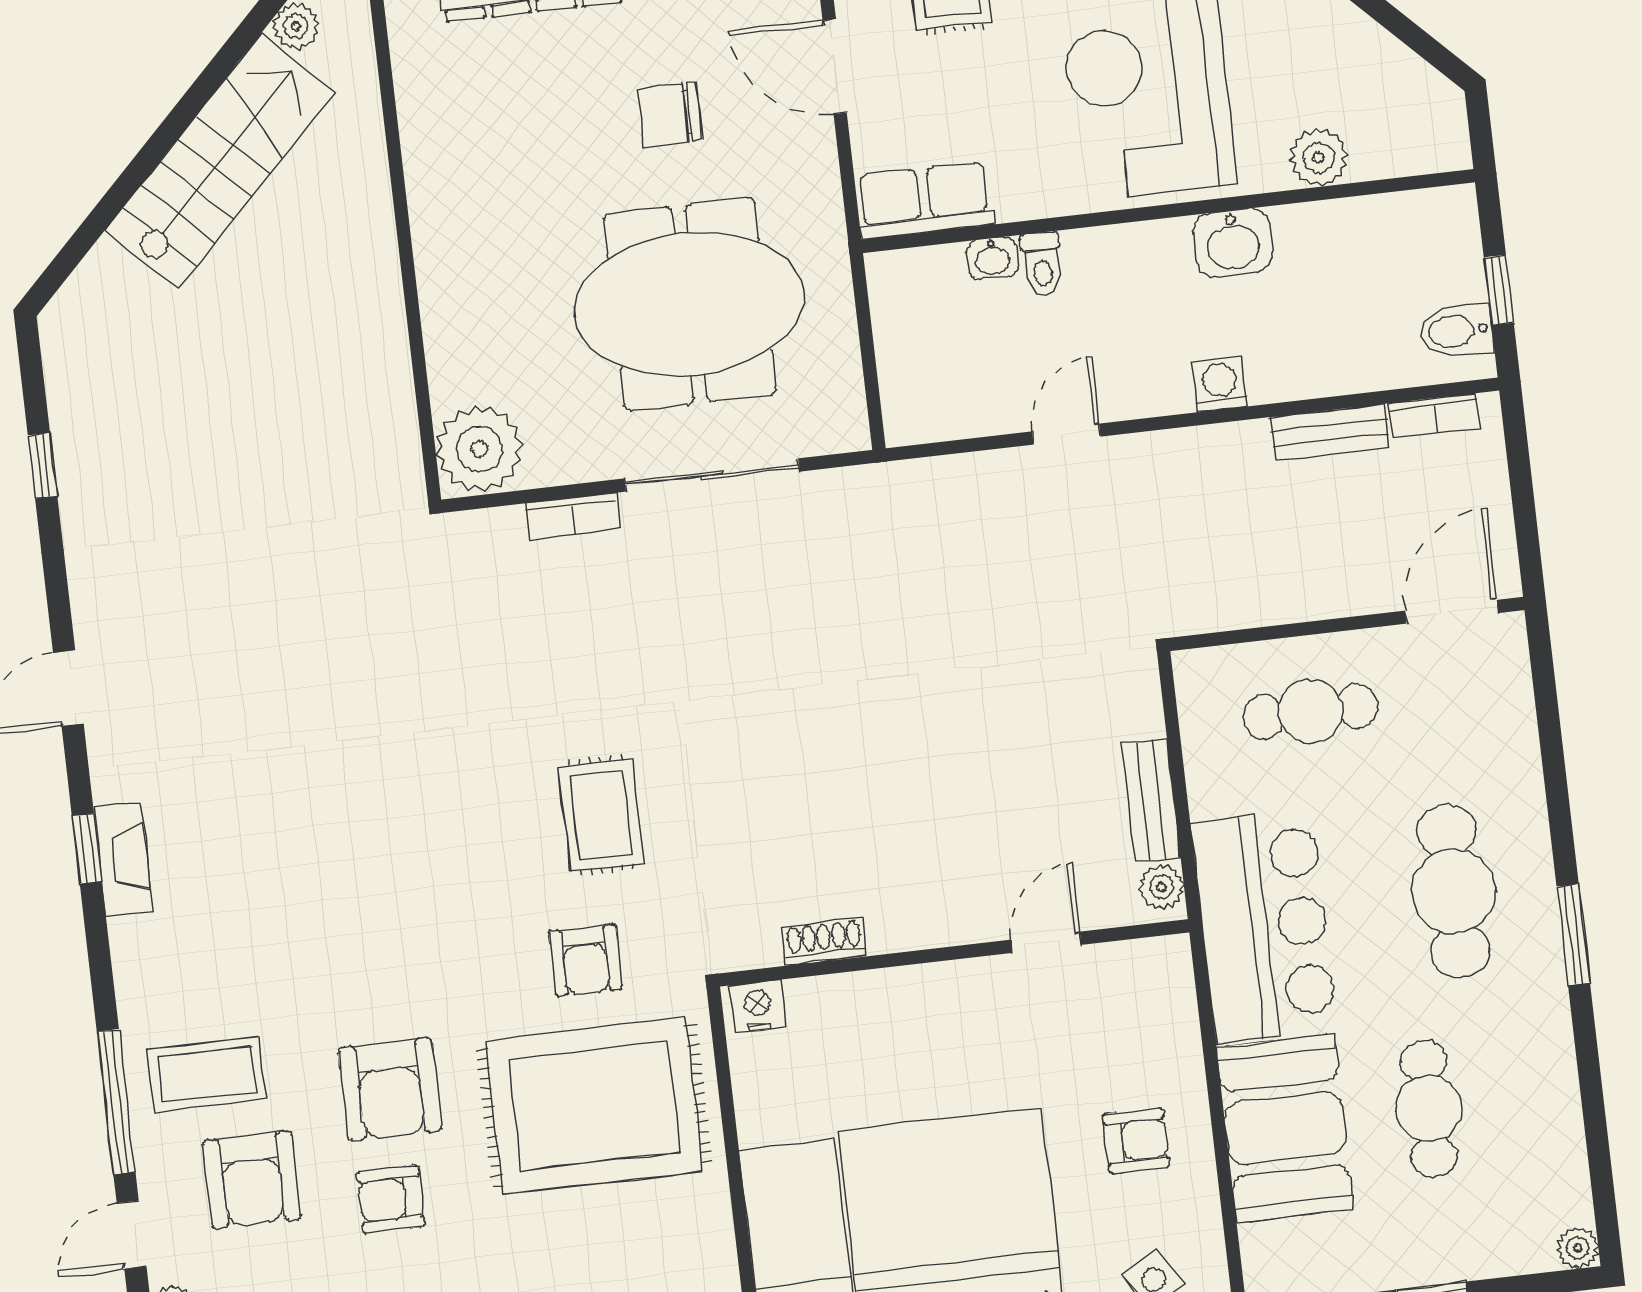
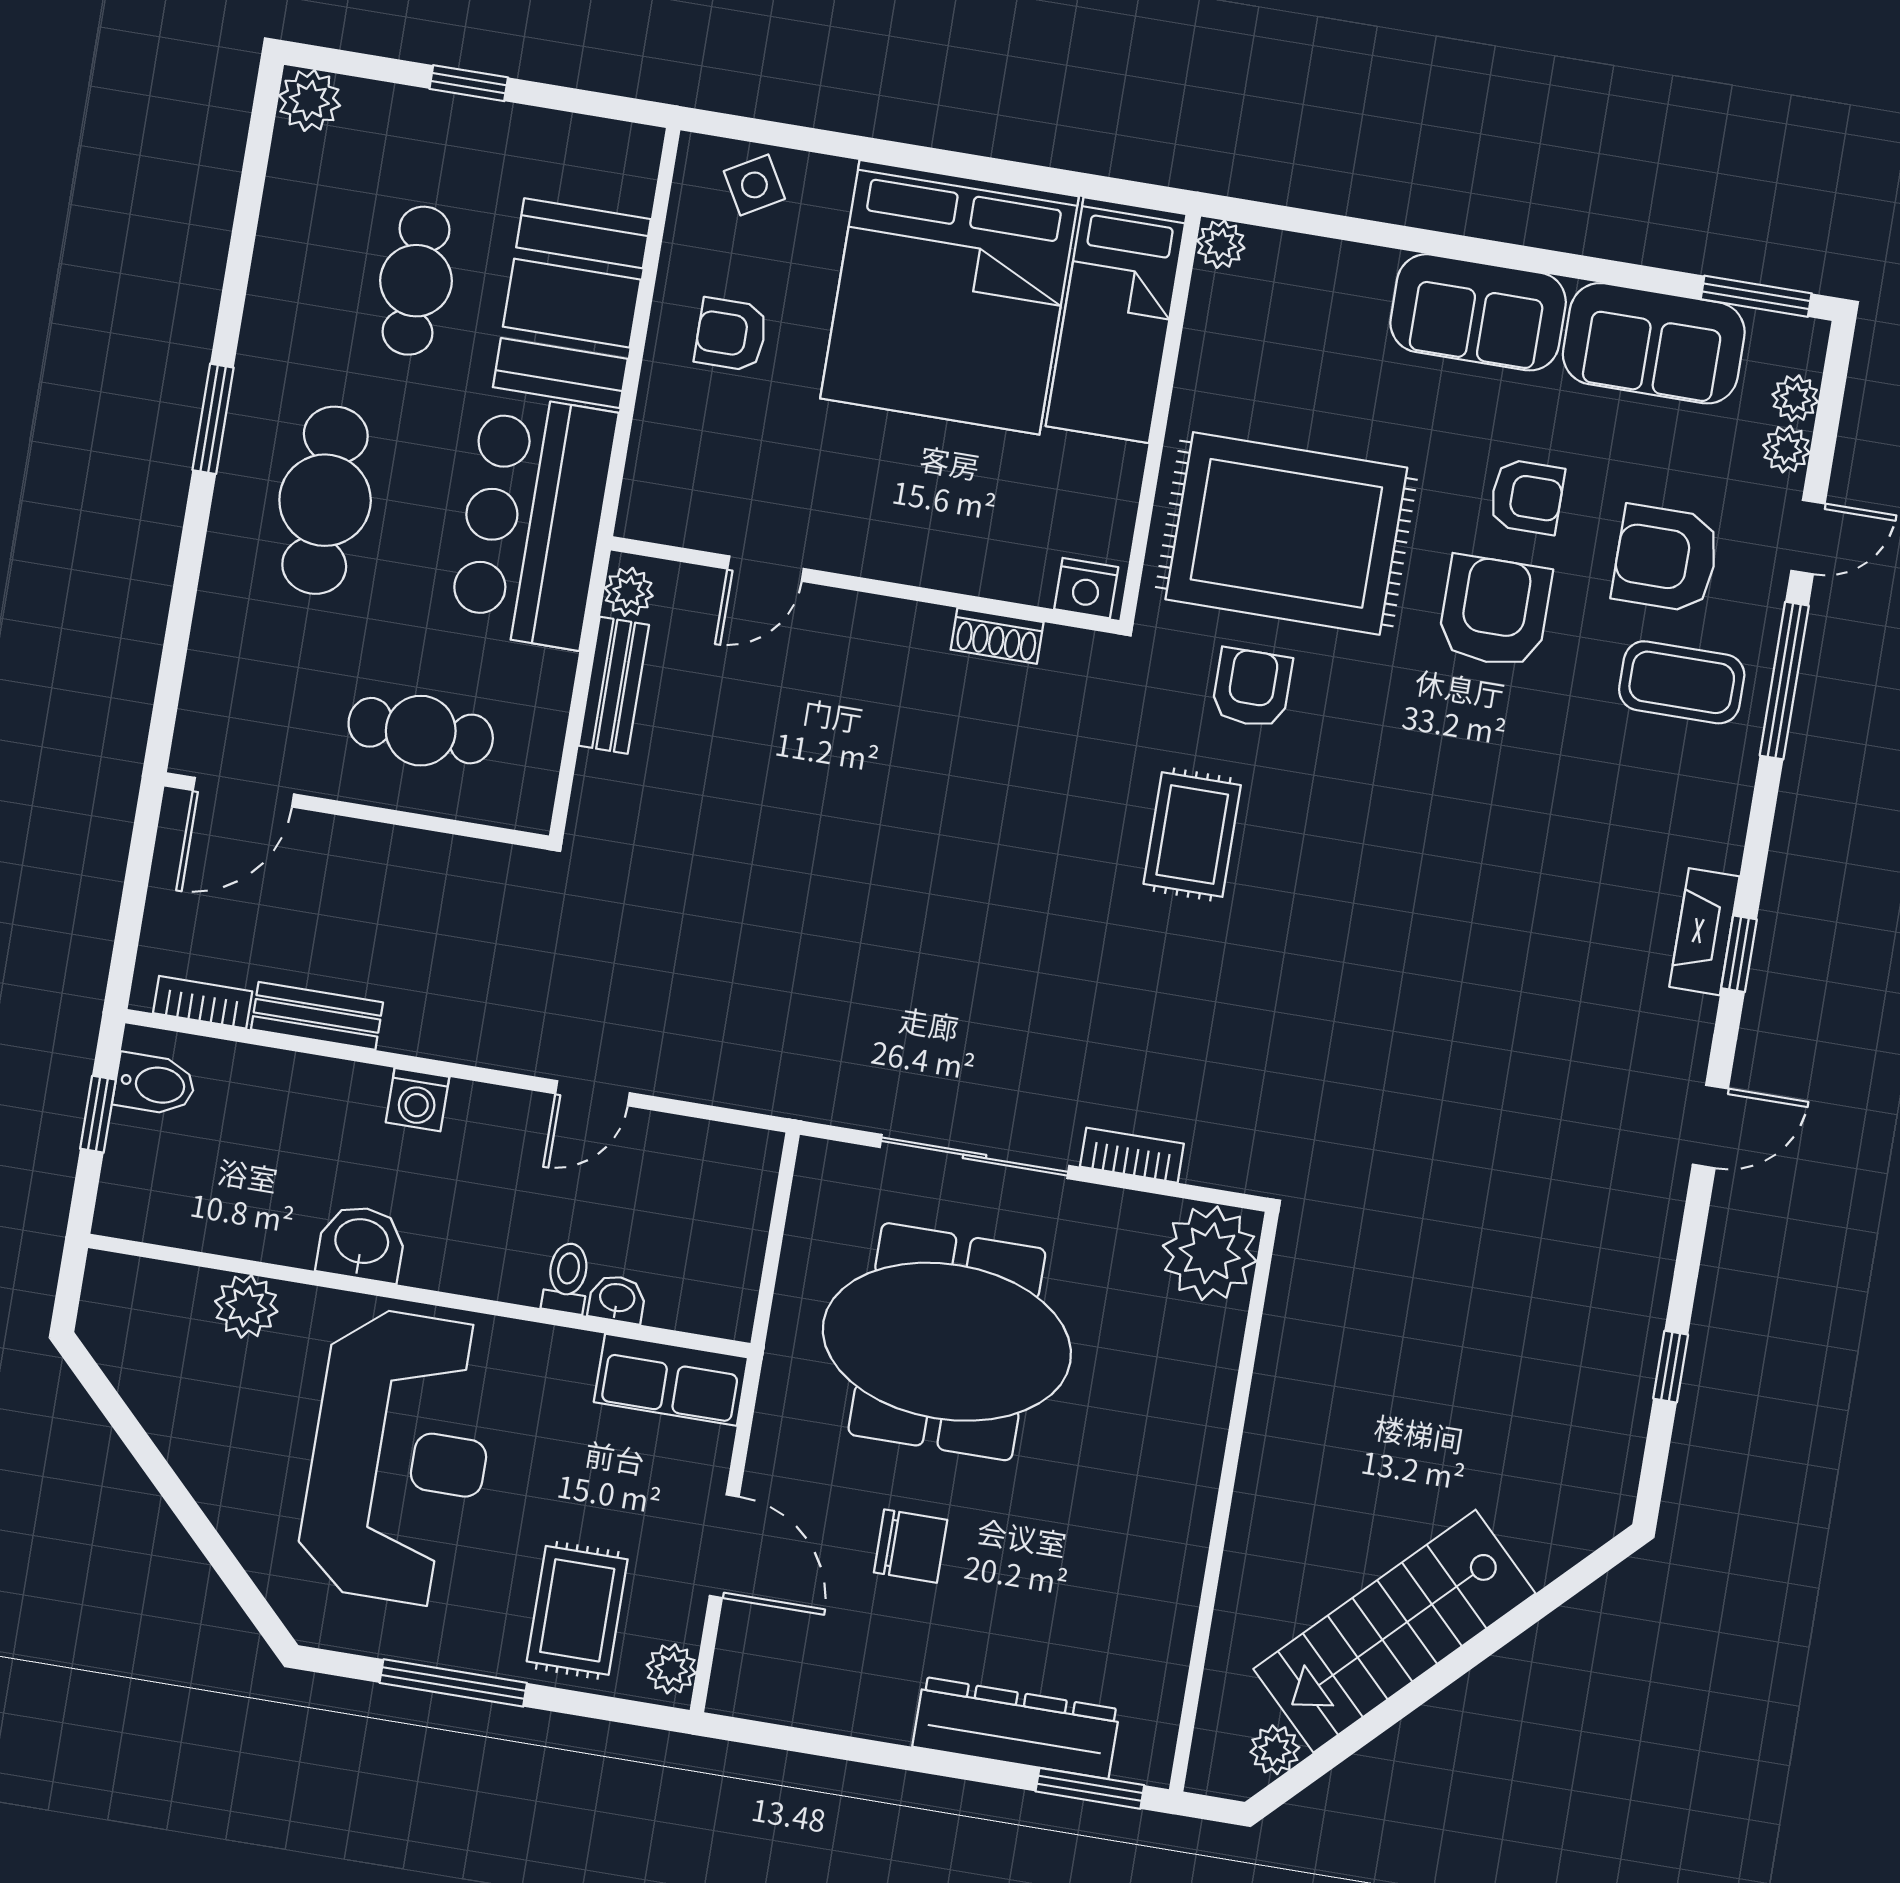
armchair: (252, 1180) -> (1666, 559), turned -90
plant: (1577, 1248) -> (309, 100), width x1.38, depth x1.38

